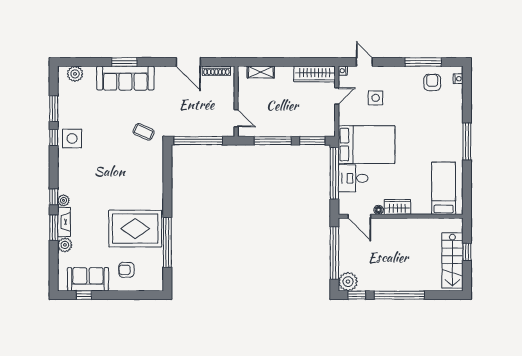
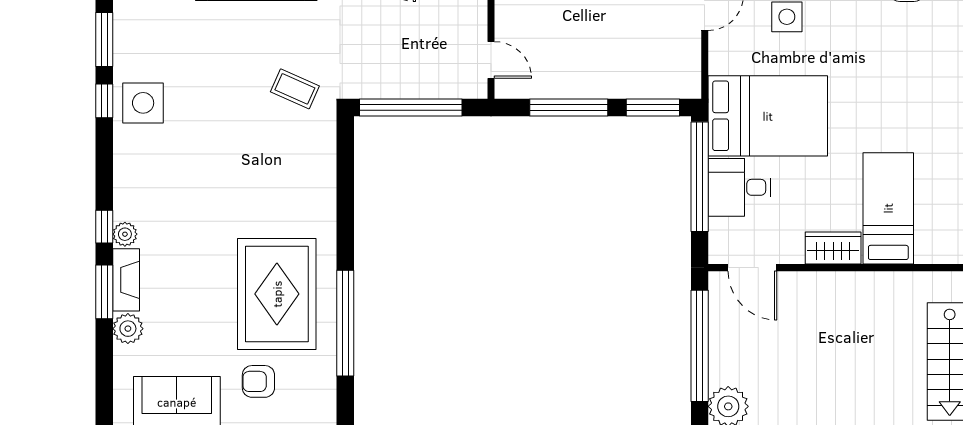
bed: (444, 188) -> (888, 208), moved
floor lamp: (379, 210) -> (793, 254), removed
rug: (135, 229) -> (277, 294), turned 90

